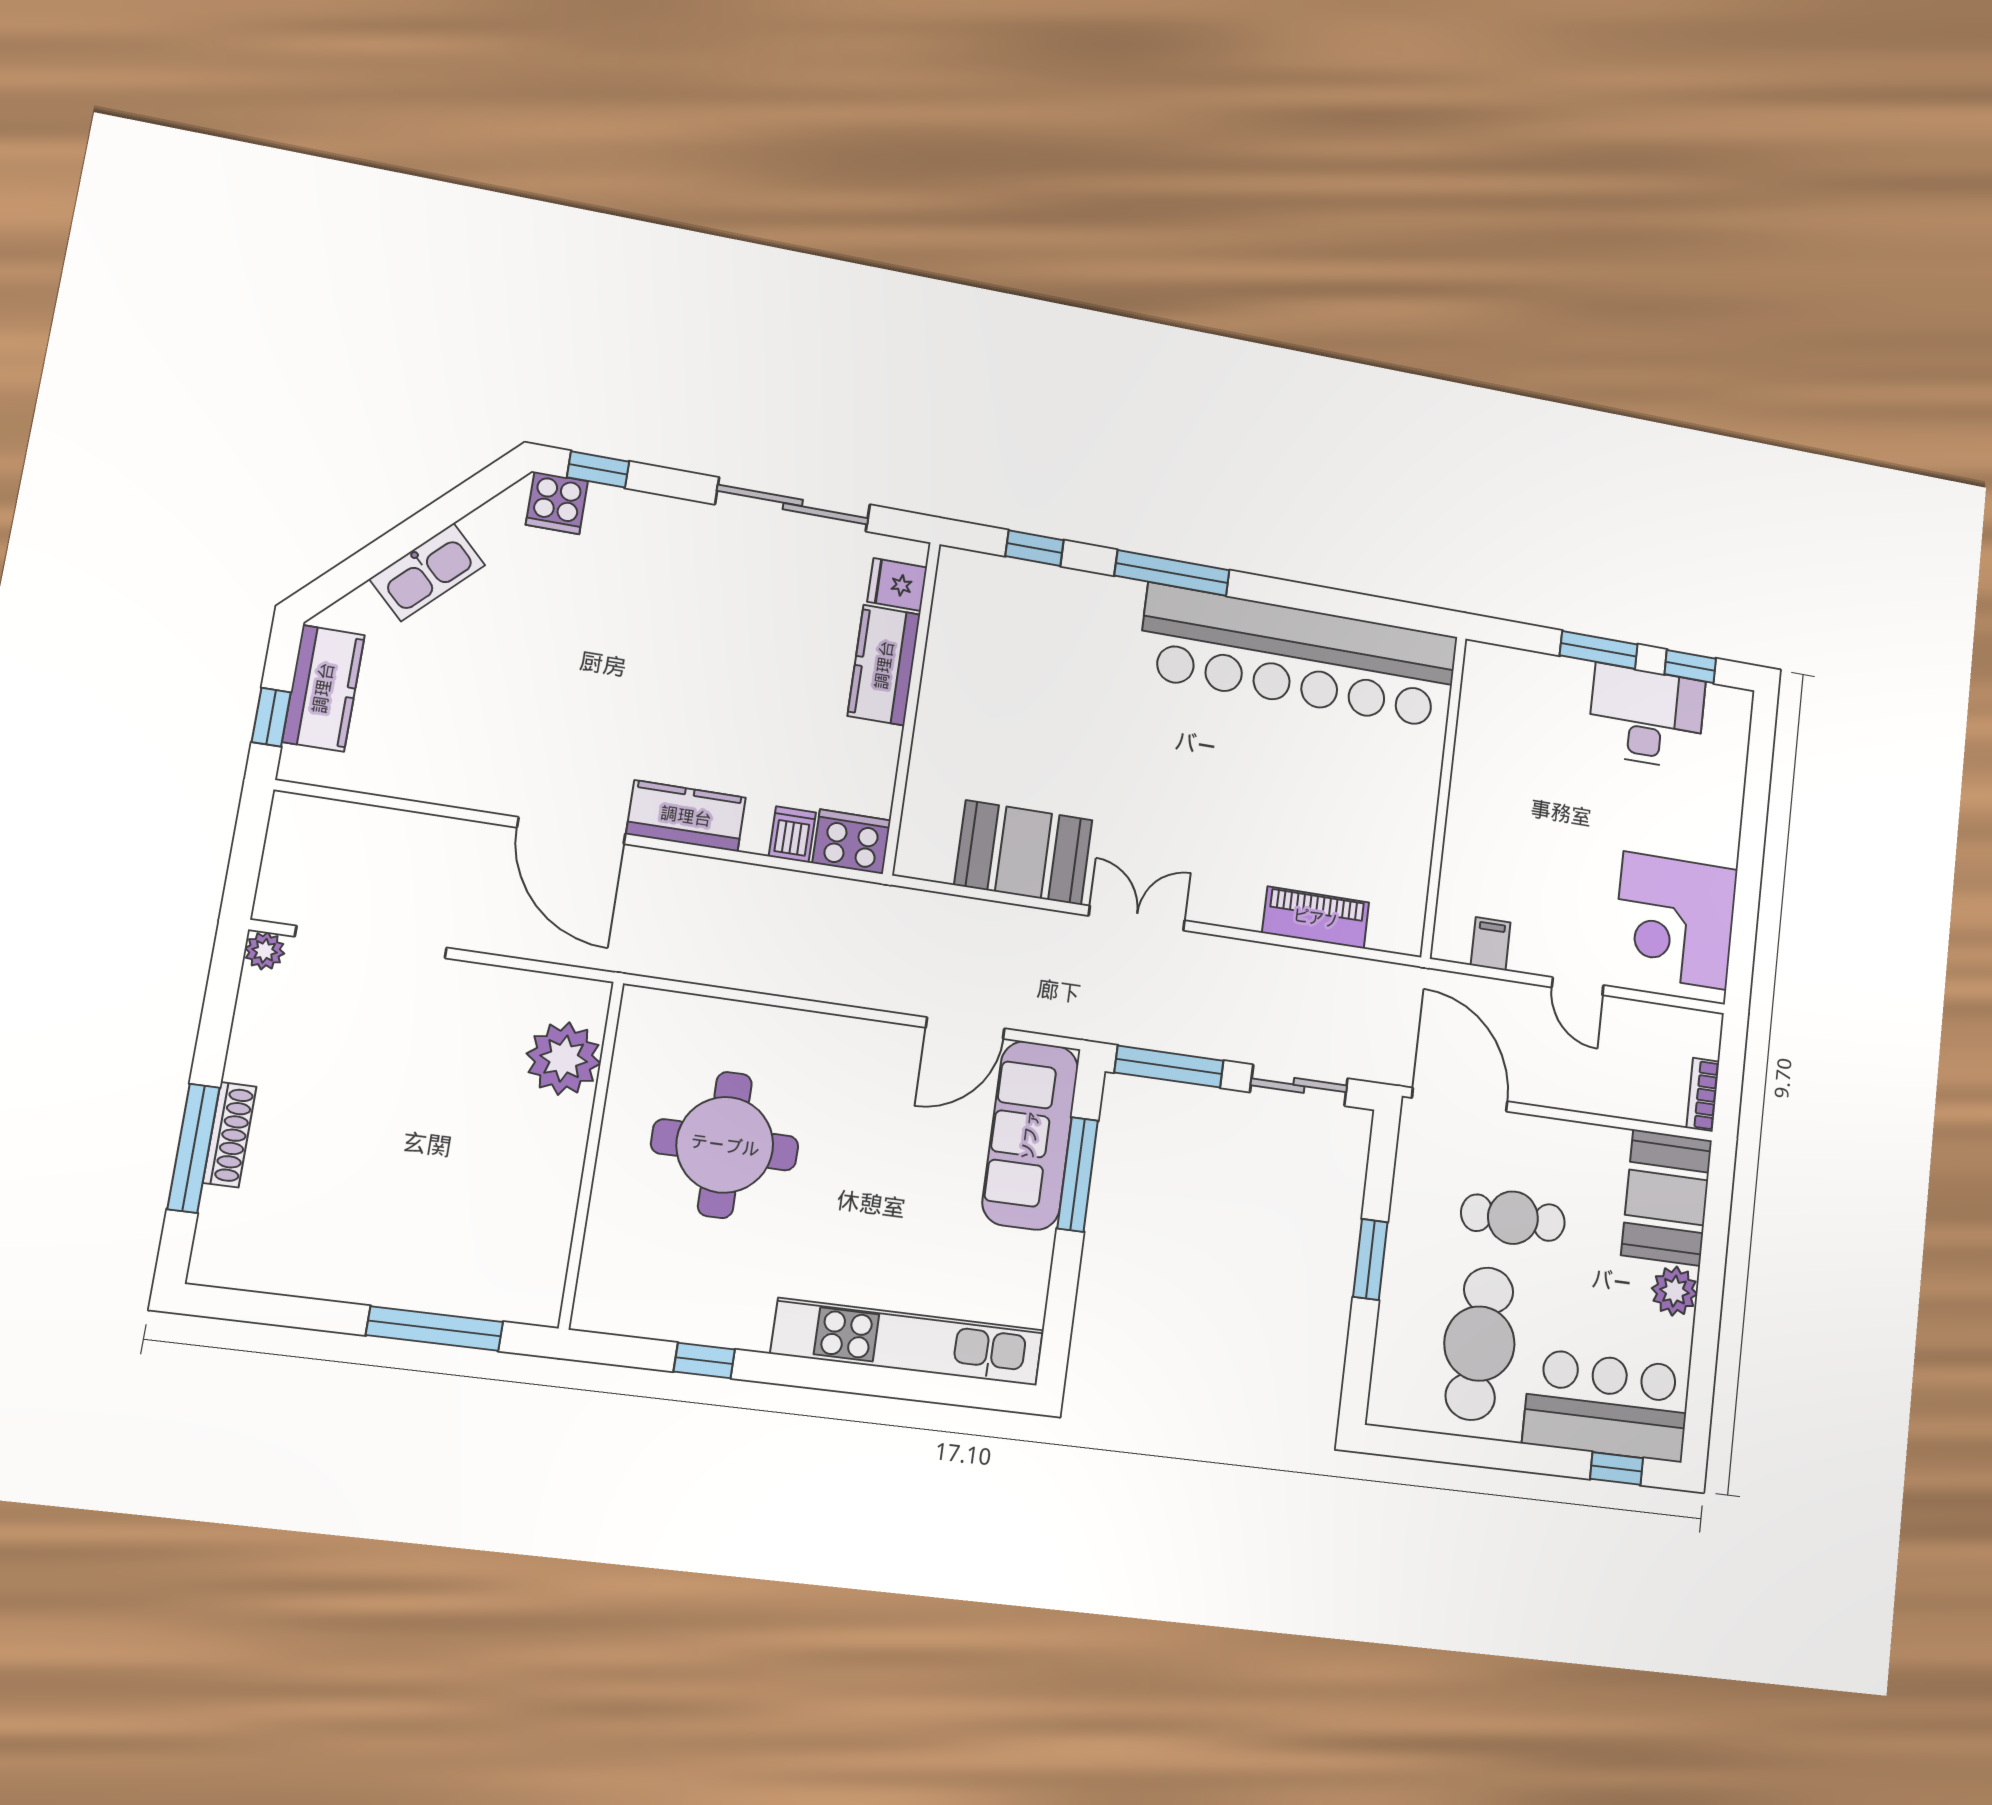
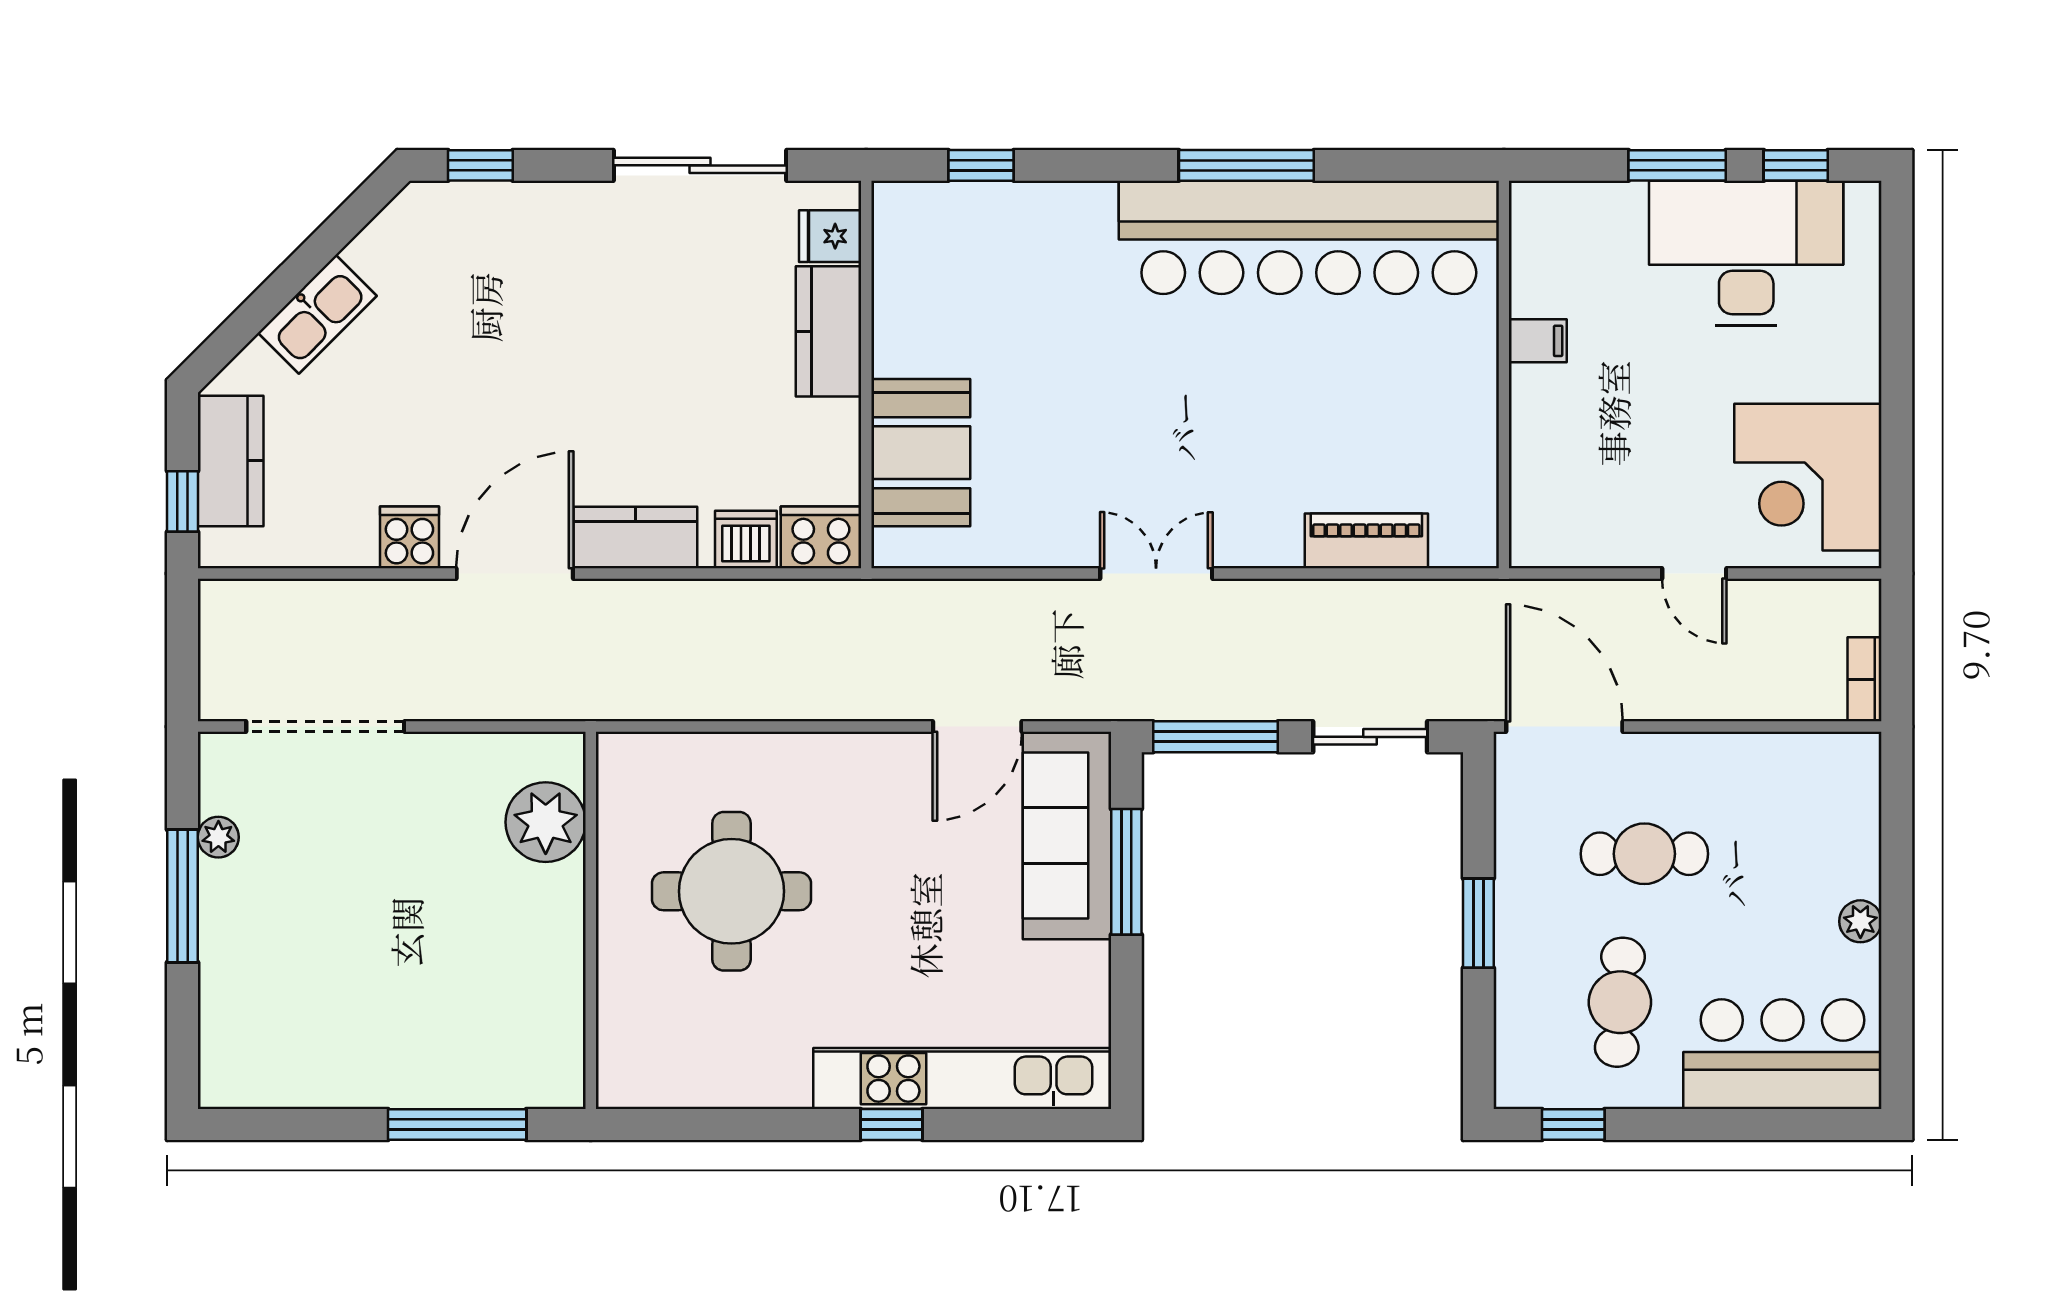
cooker: (557, 503) -> (409, 537), moved, turned 180
window: (1172, 573) -> (1246, 165), moved
desk: (1646, 717) -> (1746, 253), width x1.36, depth x1.30
door: (571, 831) -> (515, 574), swing flipped
dishwasher: (792, 834) -> (746, 540), width x1.38
booth: (1024, 852) -> (921, 453), moved, turned 90
filing cabinet: (1491, 944) -> (1538, 341), moved, turned 90
plant: (265, 951) -> (218, 837), moved
shoe rack: (230, 1135) -> (216, 950), removed
window: (193, 1148) -> (183, 896), moved
booth: (1667, 1198) -> (1832, 806), removed
plant: (1675, 1291) -> (1860, 921), width x0.73, depth x0.73
cafe table: (1479, 1344) -> (1620, 1002), width x0.73, depth x0.74
window: (704, 1360) -> (891, 1124), moved
window: (1617, 1469) -> (1573, 1124), moved

